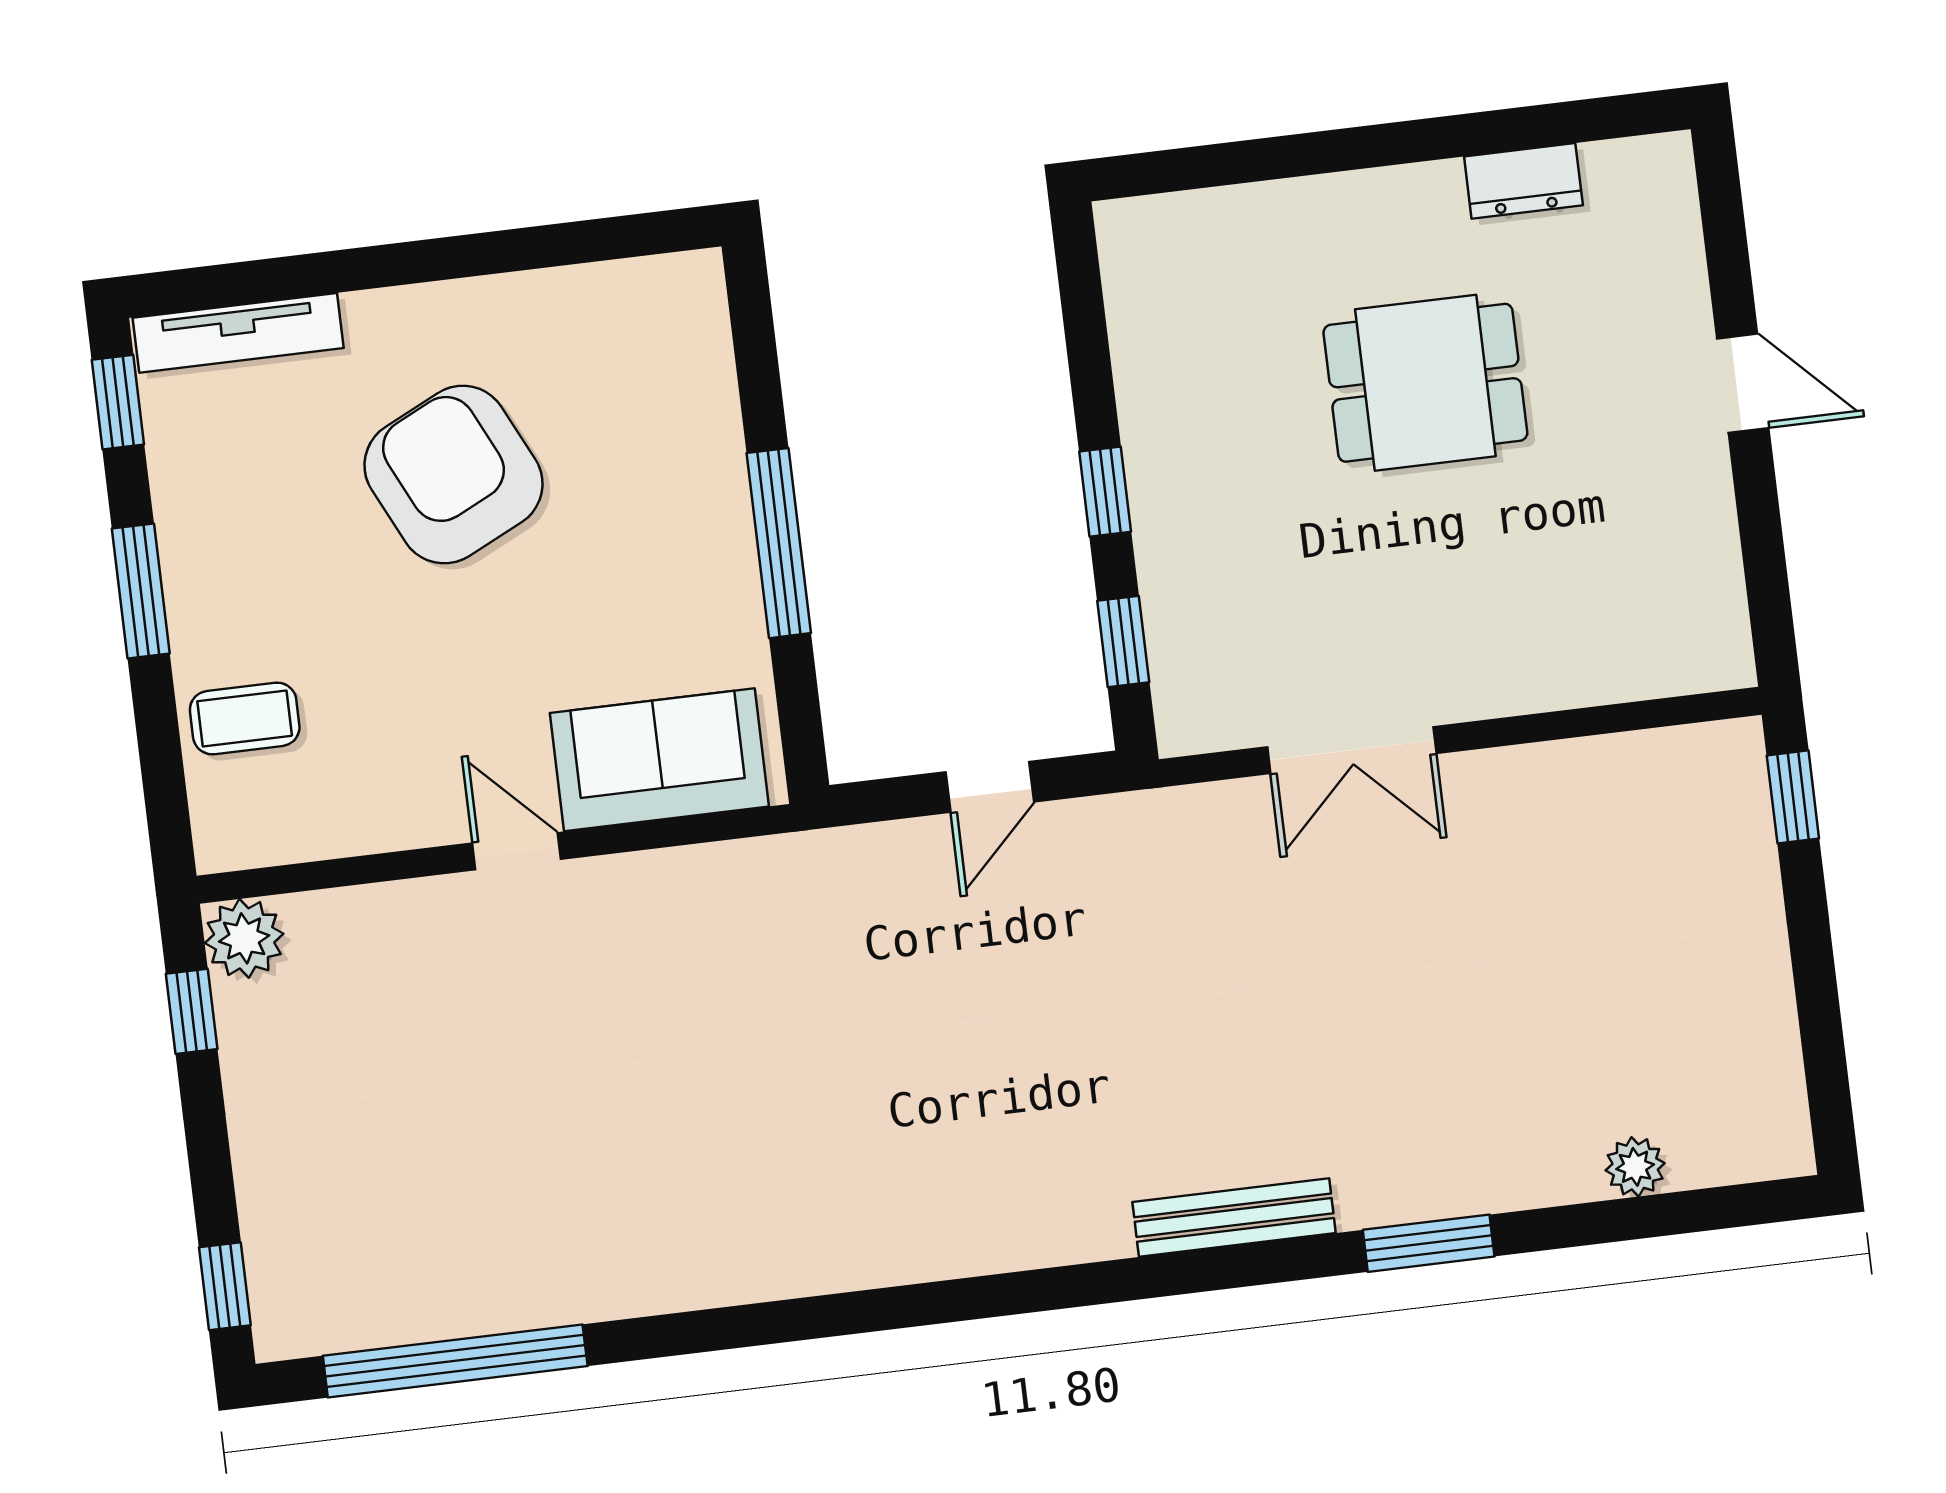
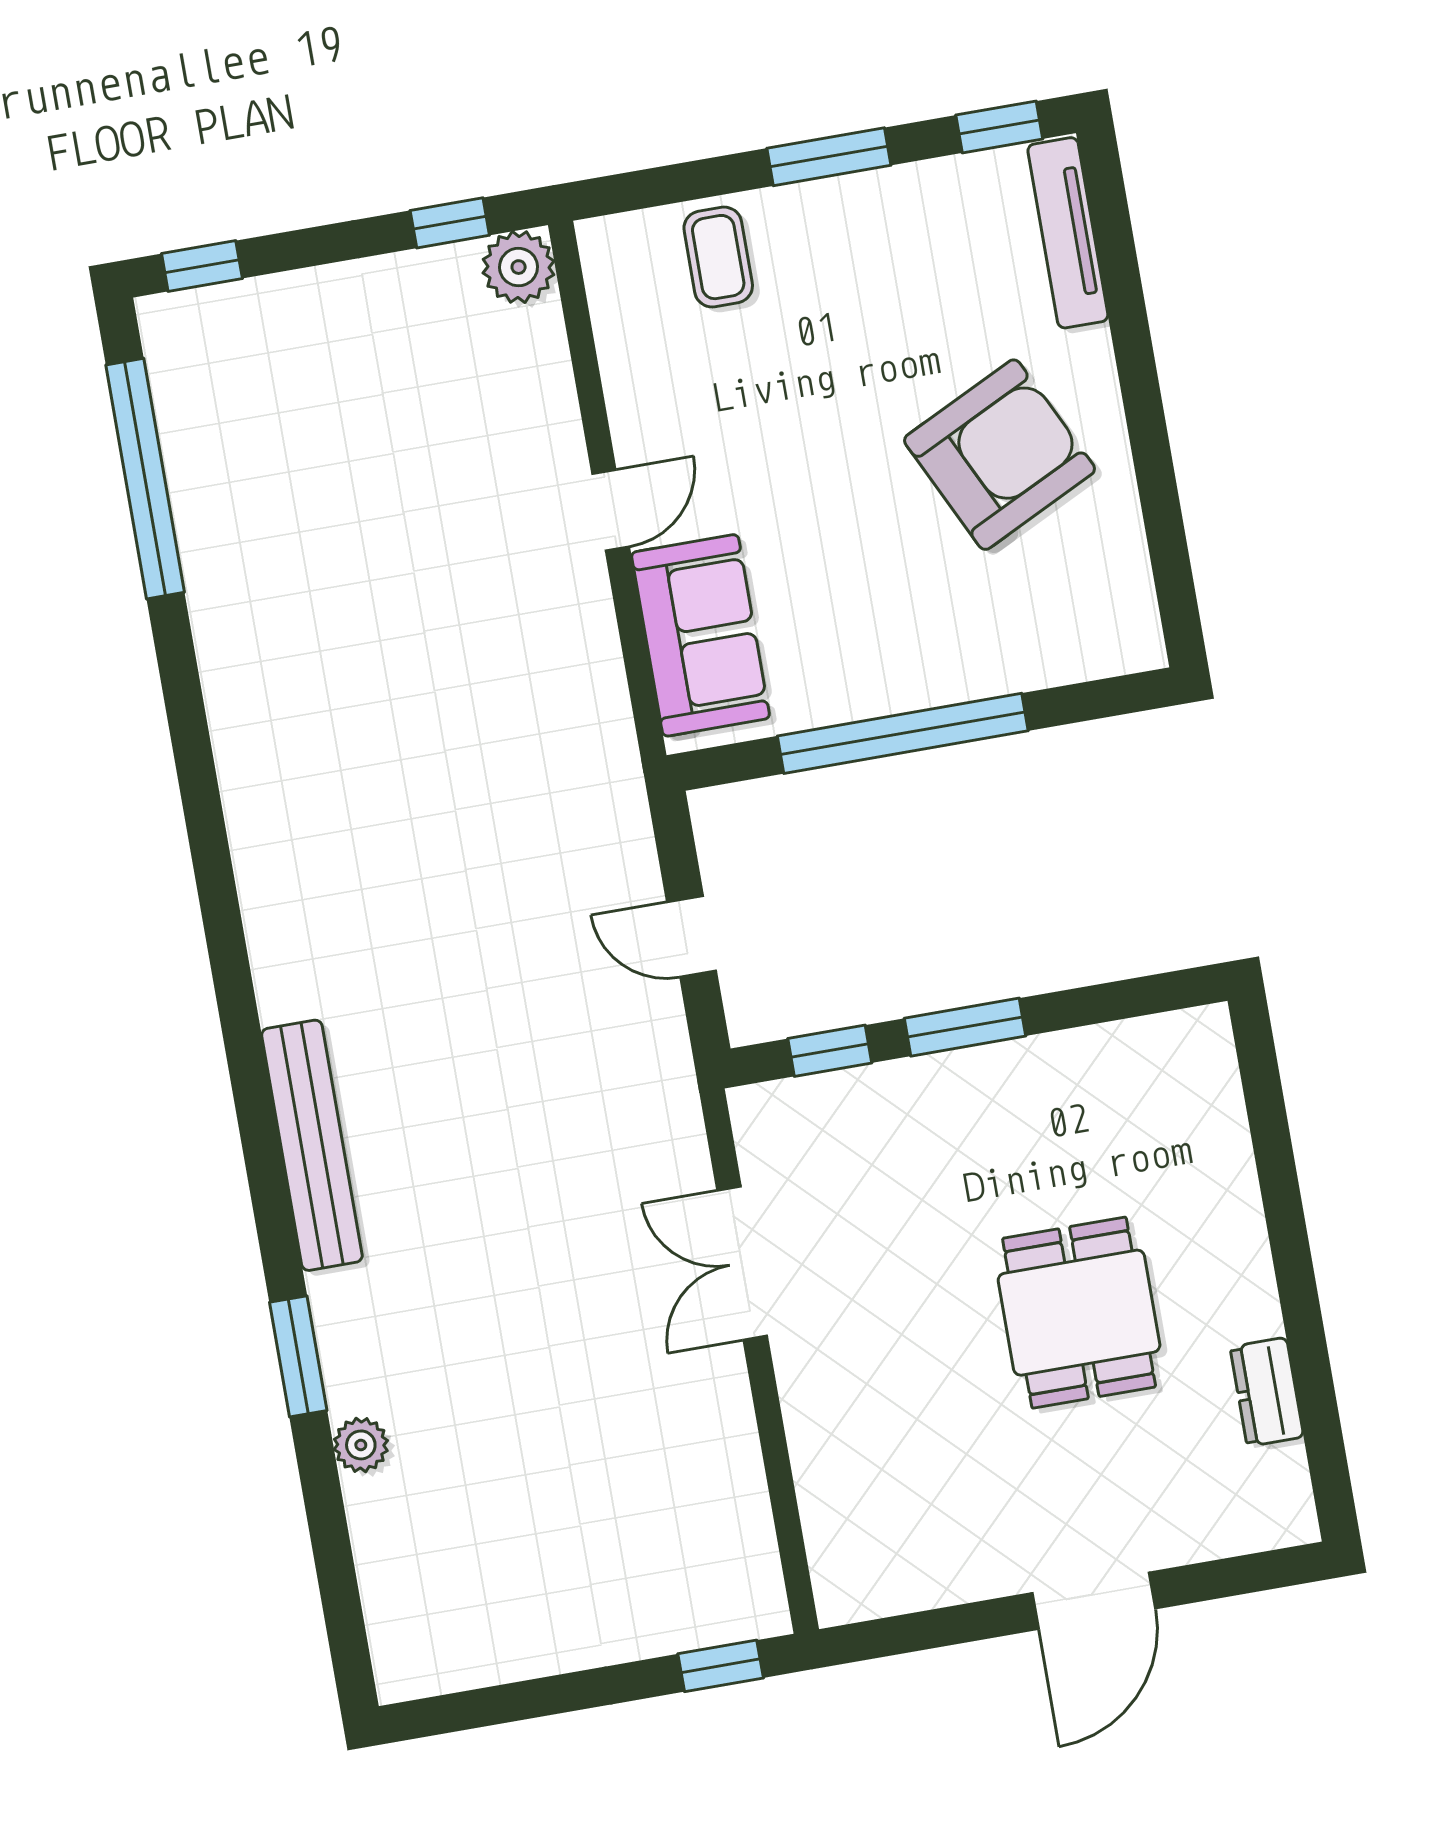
door: (1743, 383) -> (1094, 1601), width x1.38
armchair: (454, 475) -> (1000, 455), moved
window: (1105, 492) -> (965, 1027), width x1.50
window: (779, 543) -> (903, 733), width x1.46
plant: (1635, 1167) -> (361, 1445), moved
bench: (1234, 1218) -> (312, 1145), width x1.37, depth x1.21

